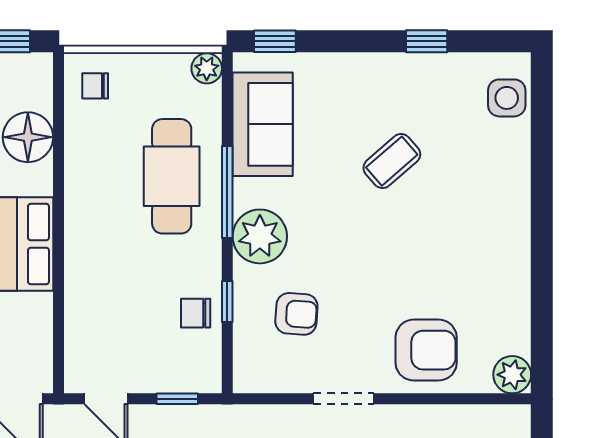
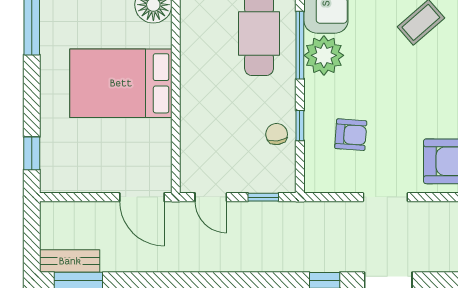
plant: (260, 236) -> (324, 55), moved
chair: (196, 313) -> (277, 134), turned 83

